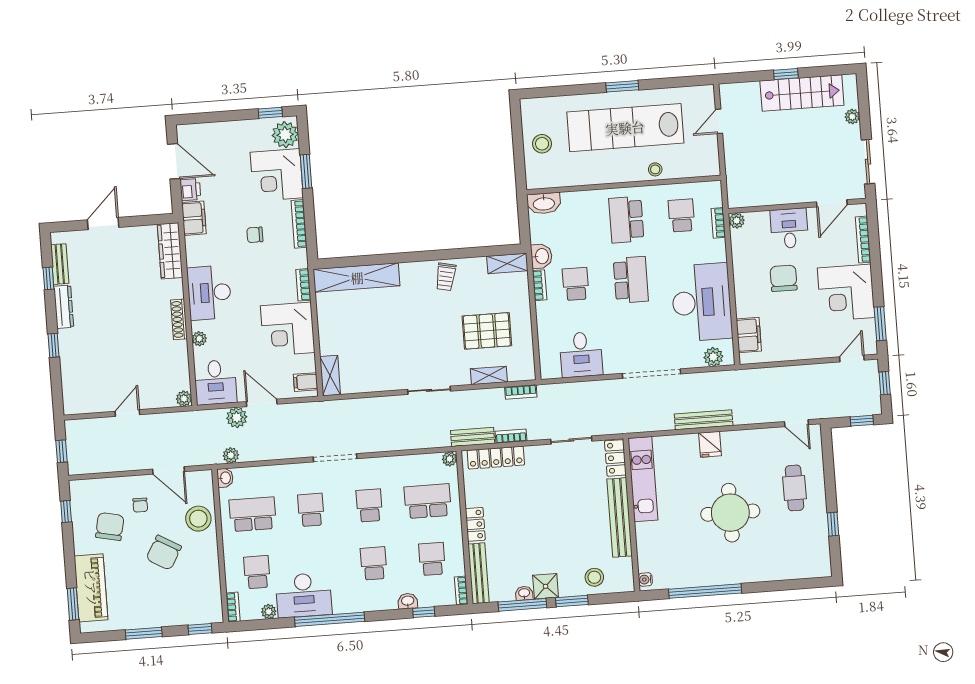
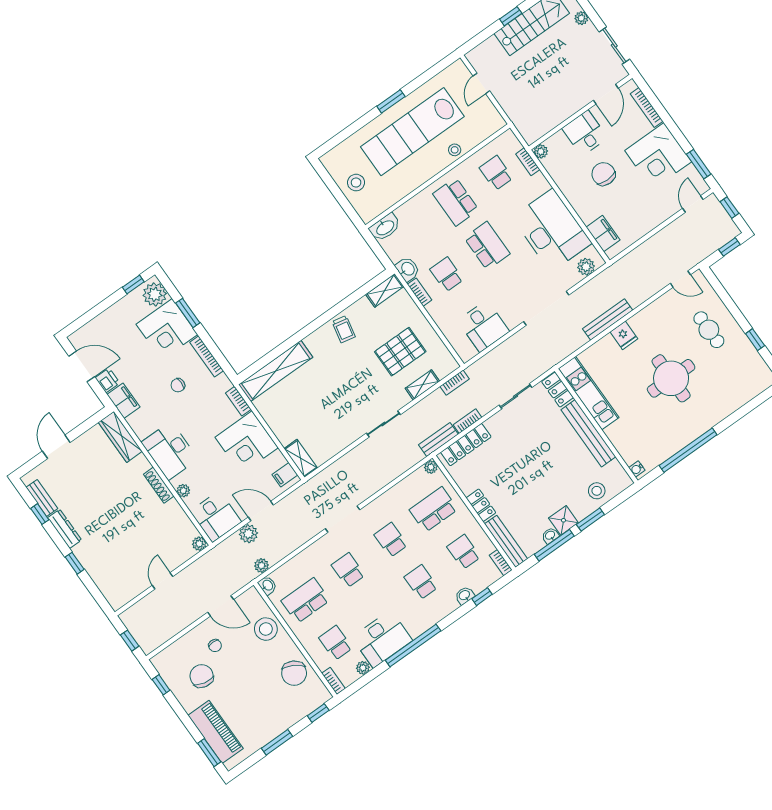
chair: (164, 553) -> (294, 673), moved

